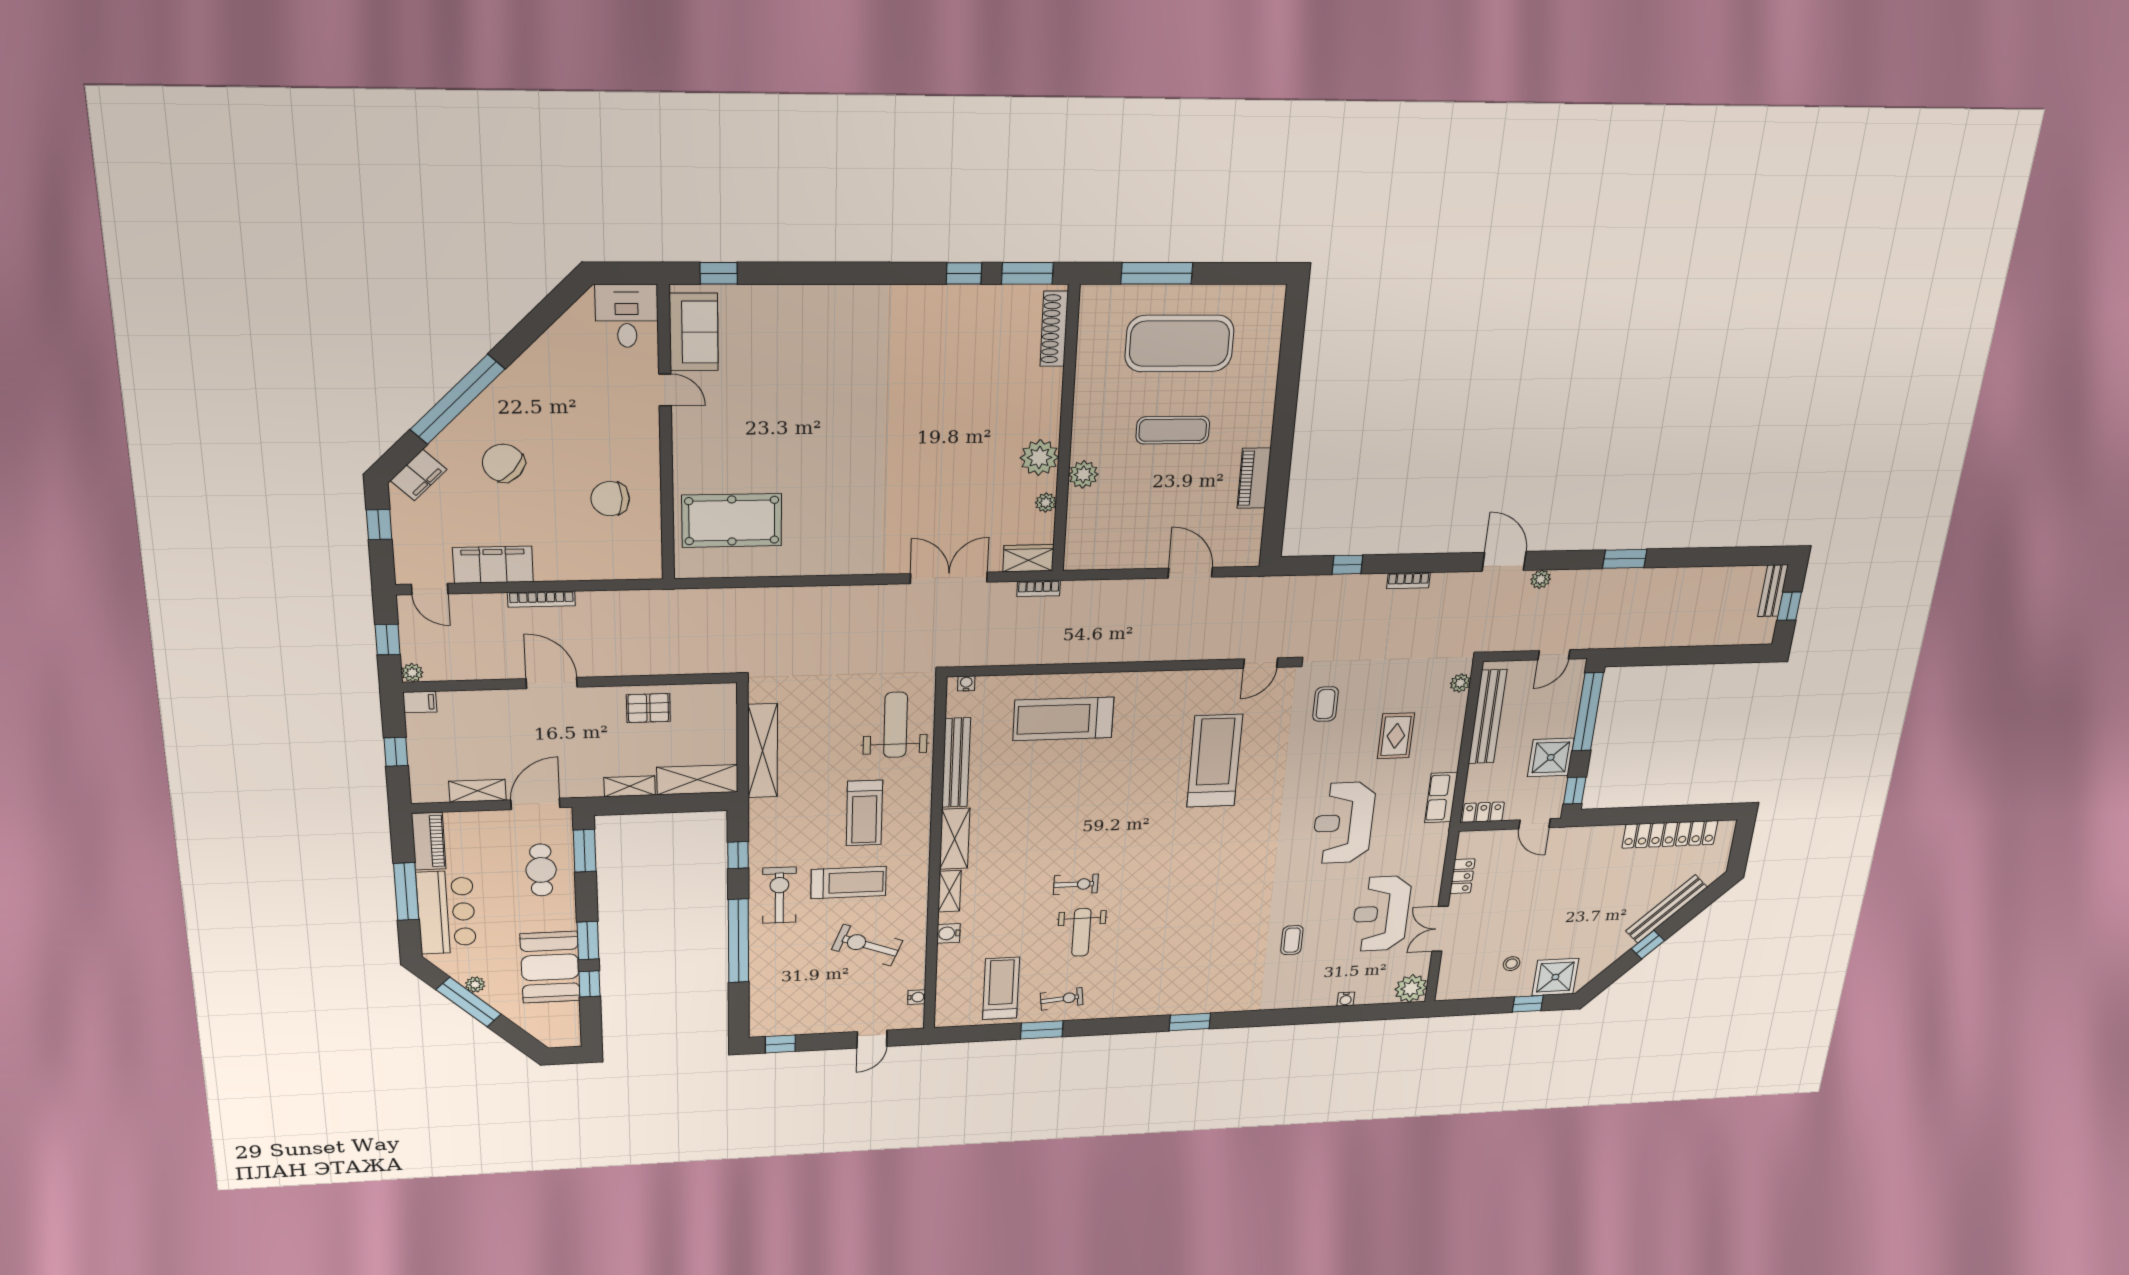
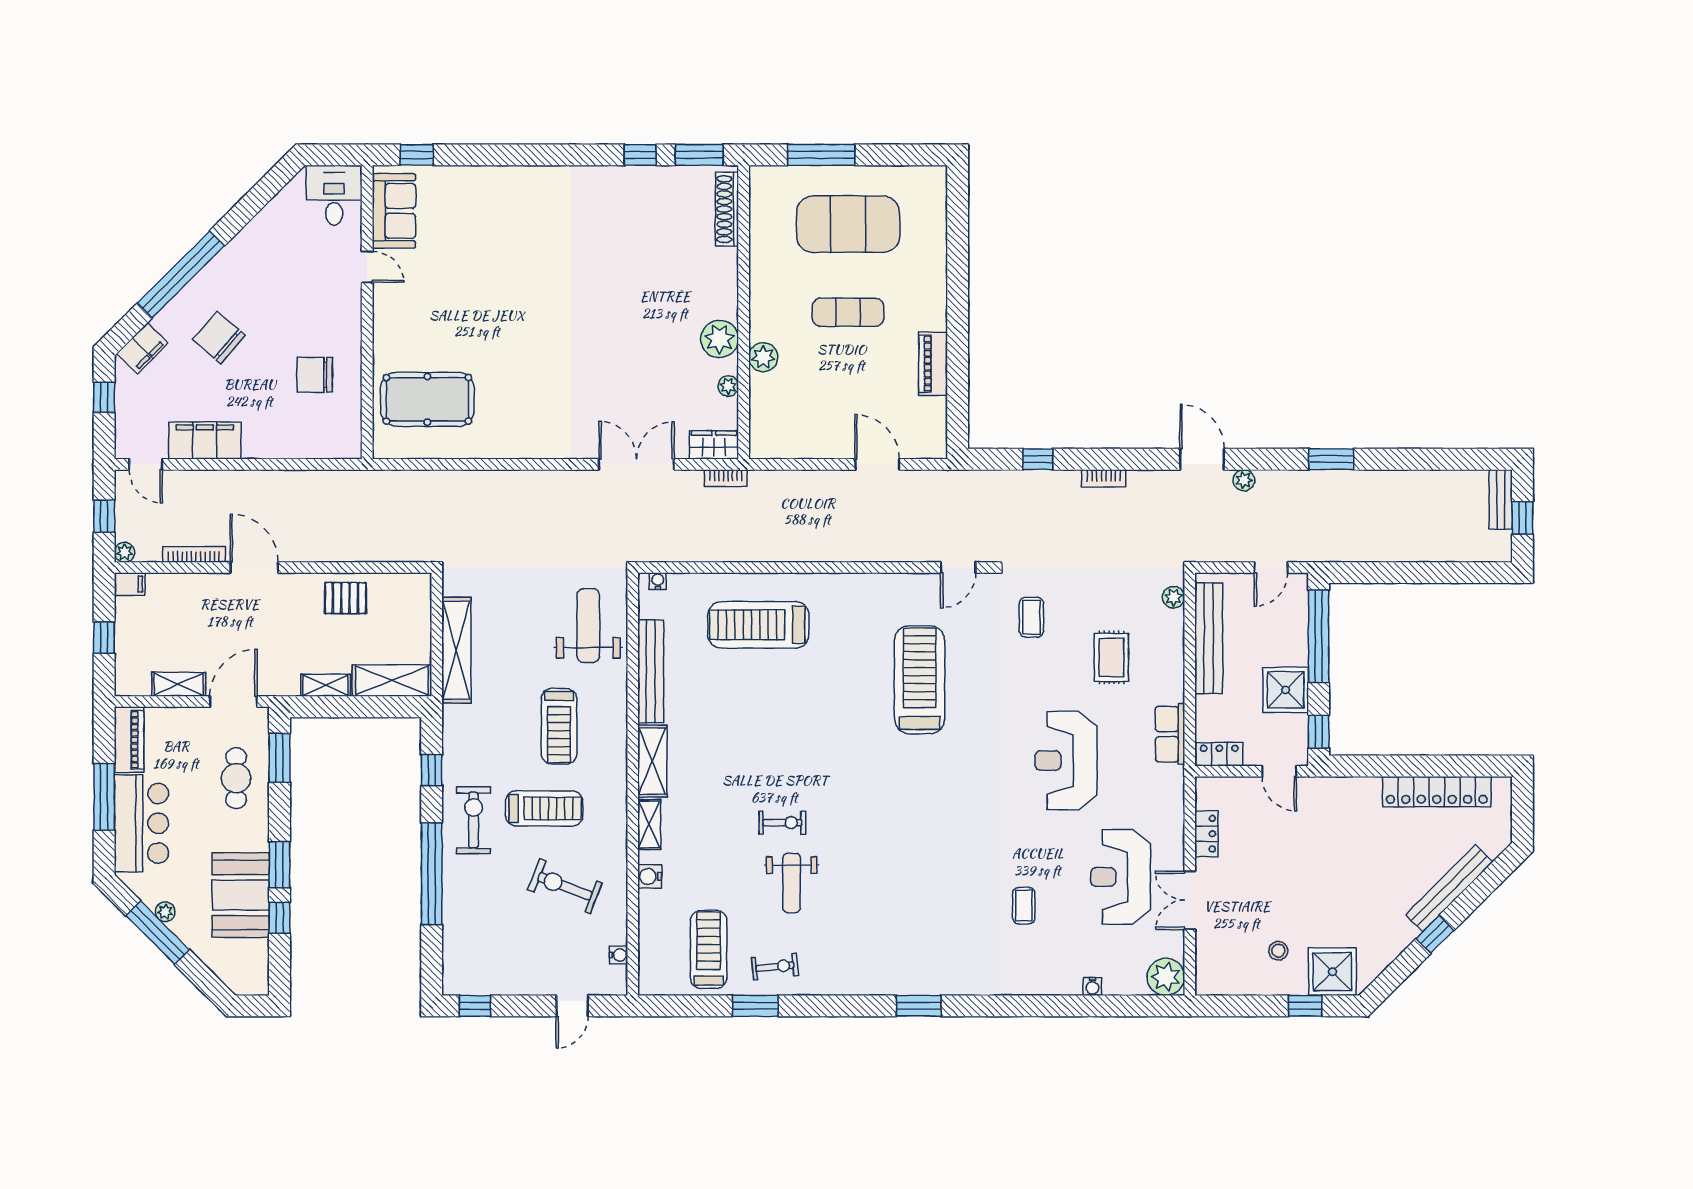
bookcase: (541, 599) -> (194, 554), moved, turned 180

